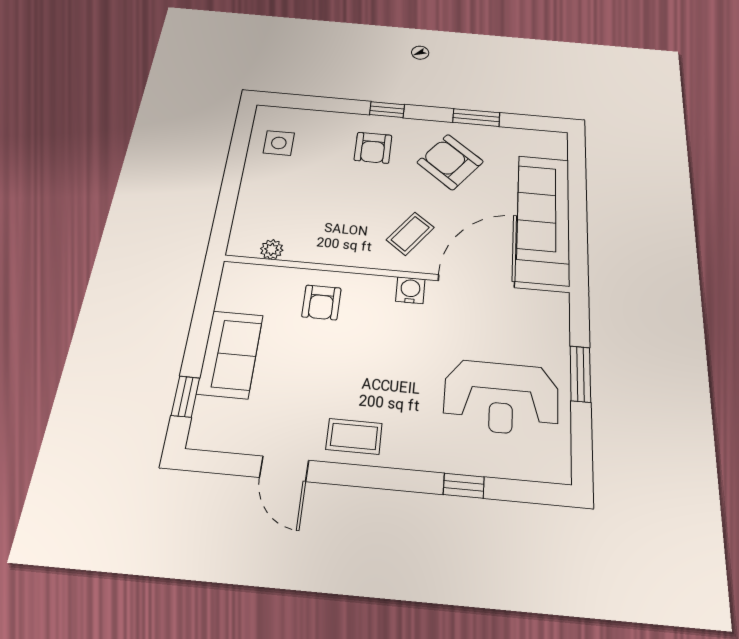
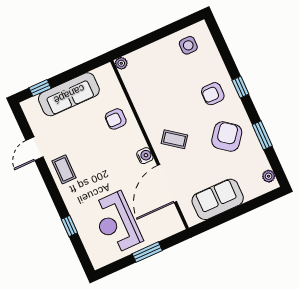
plant: (543, 139) -> (269, 176), added
sofa: (543, 208) -> (218, 199), width x0.73
plant: (272, 249) -> (121, 63), moved
door: (476, 281) -> (167, 183), swing flipped
sofa: (230, 354) -> (69, 94), width x1.36

